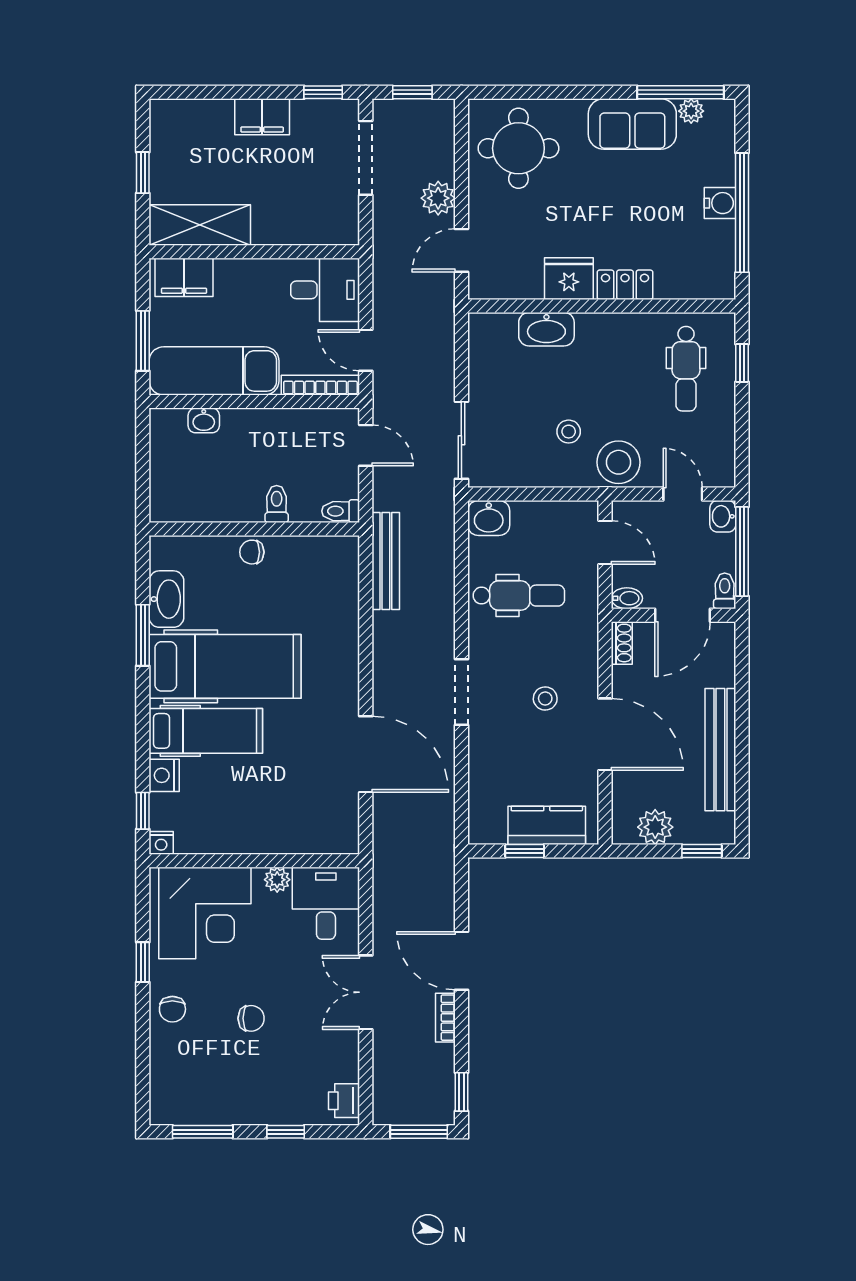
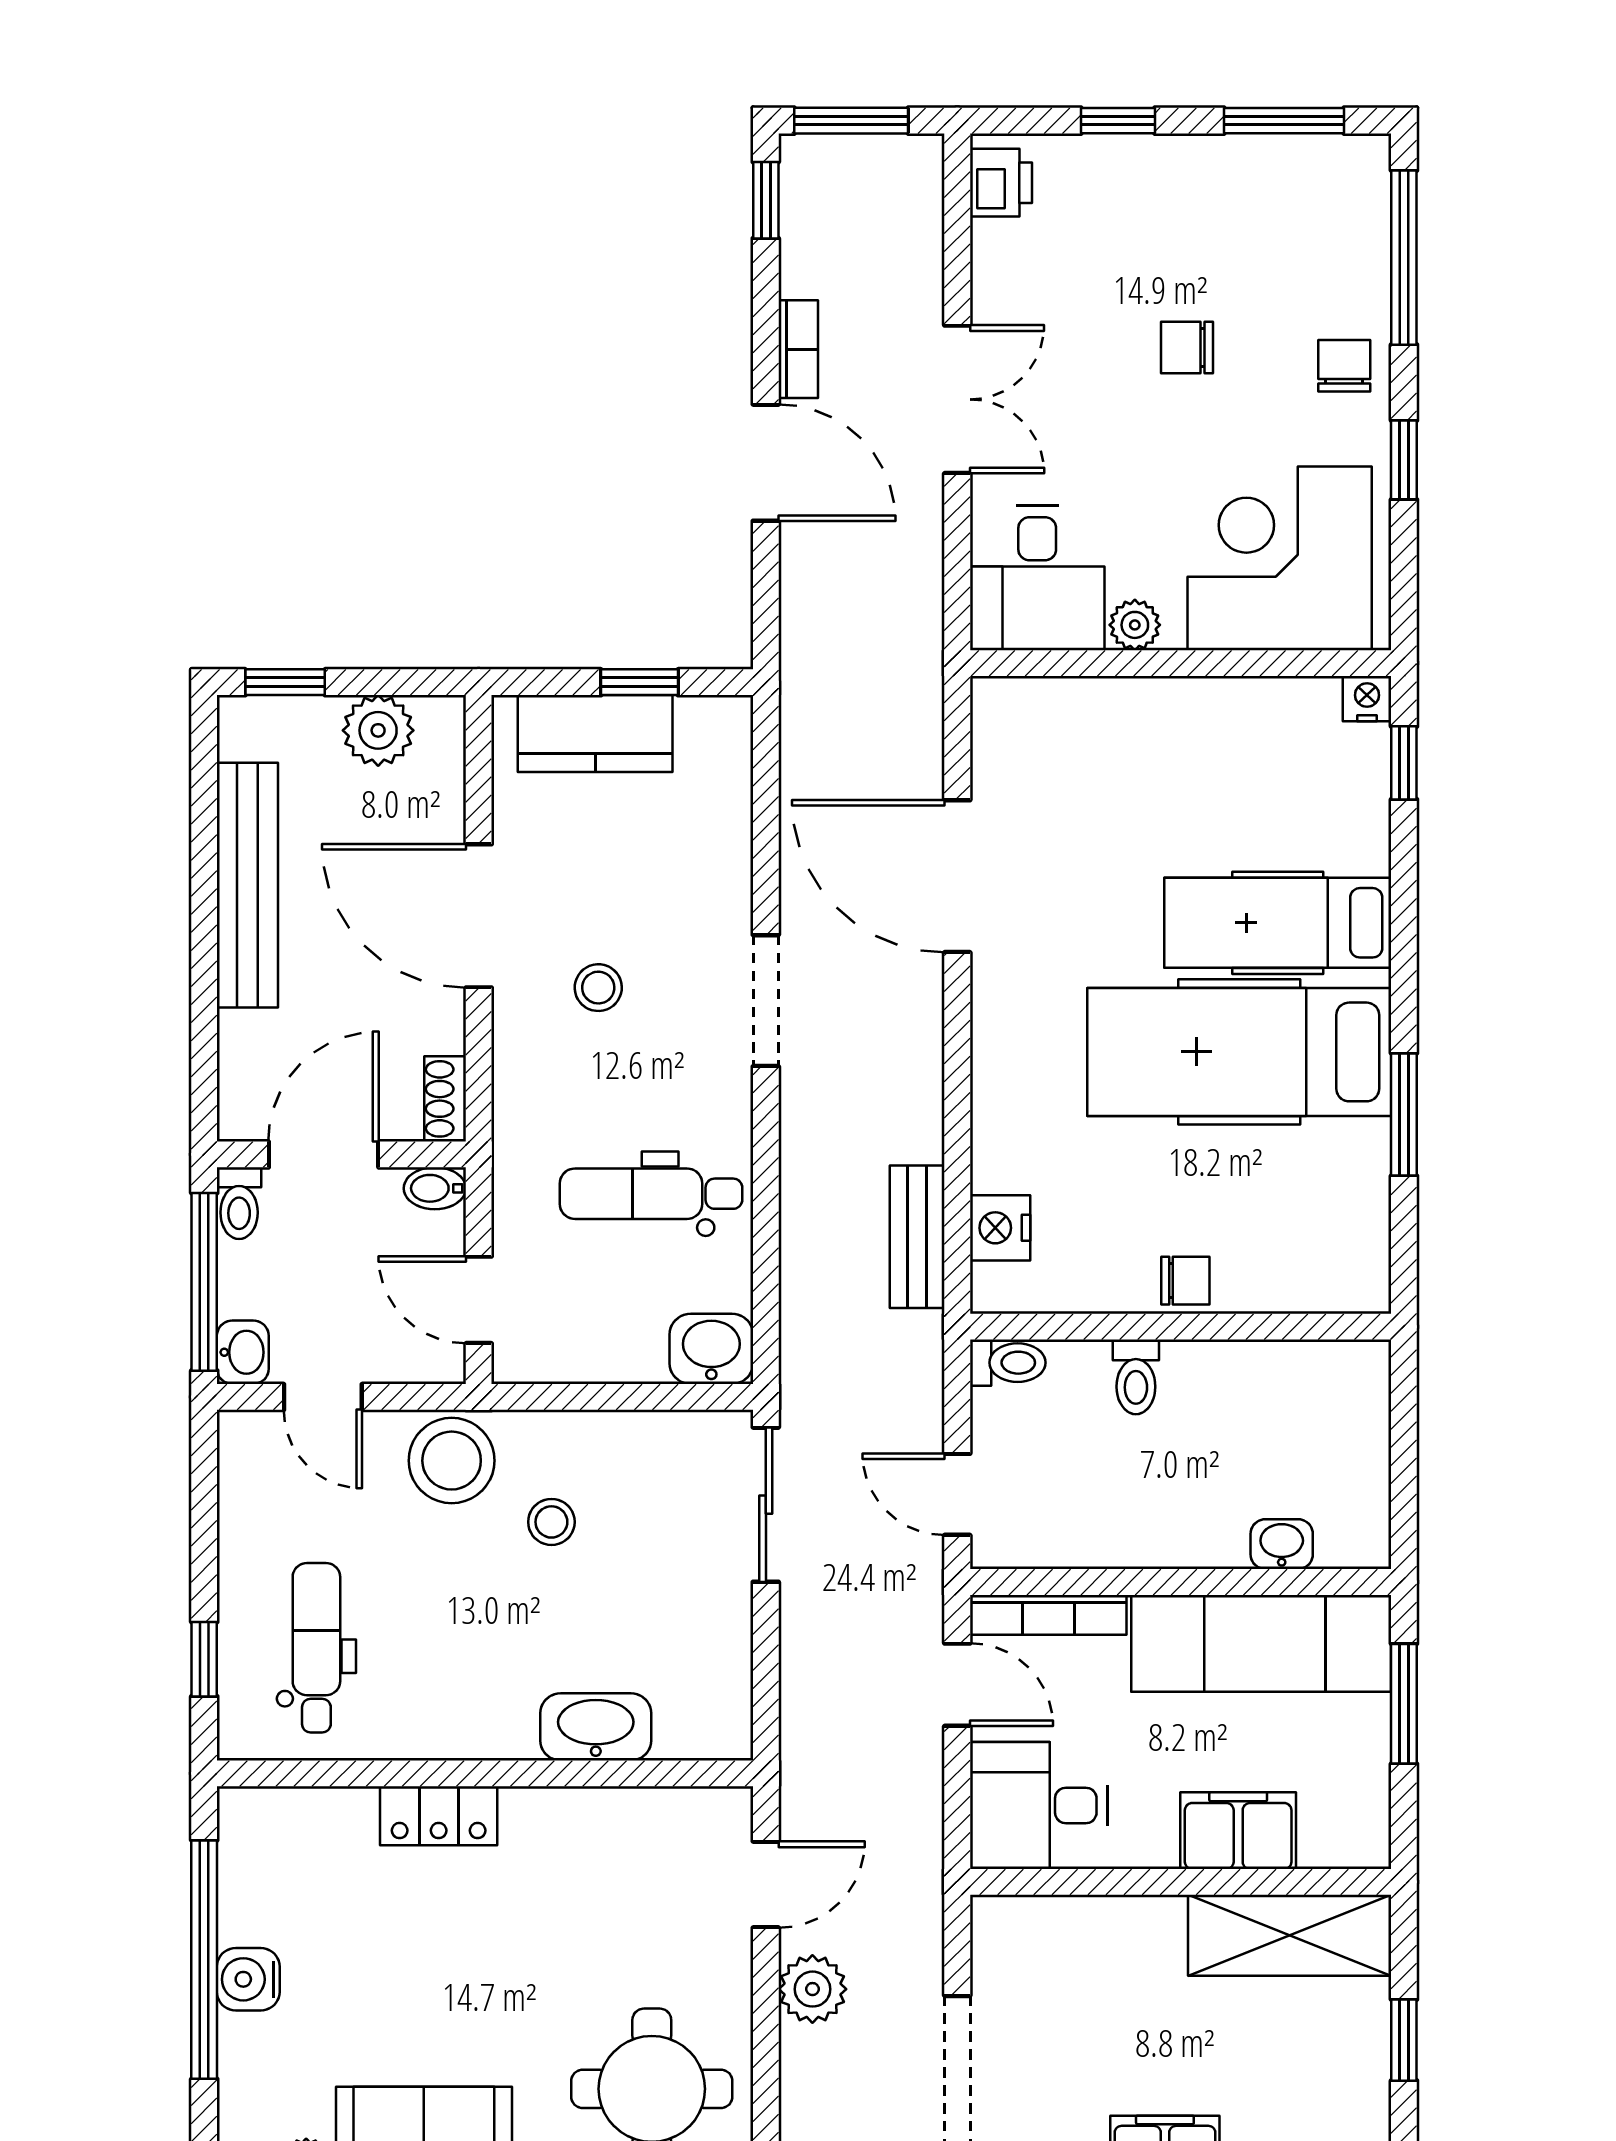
filing cabinet: (184, 277) -> (1238, 1831), moved
fridge: (569, 279) -> (551, 1828), removed
bench: (386, 561) -> (917, 1237), width x0.73
washbasin: (166, 599) -> (1357, 1187), removed
nightstand: (164, 775) -> (1000, 1228), moved, turned 180
window: (143, 1063) -> (1404, 258), added

